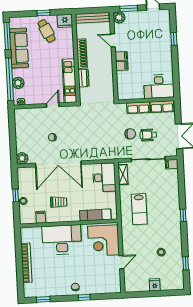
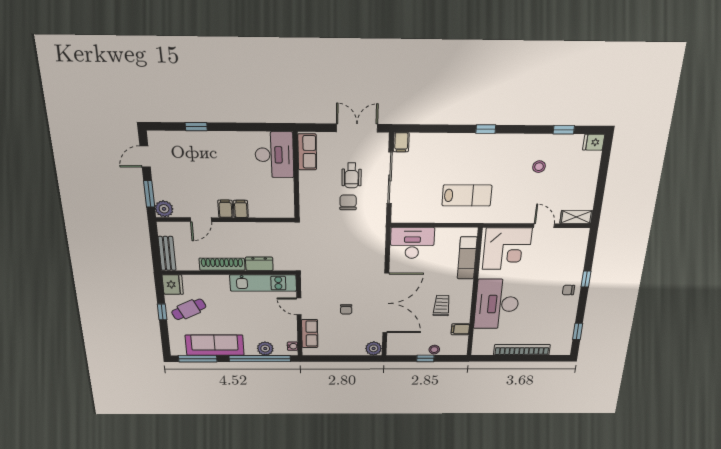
bench: (92, 18) -> (167, 253), width x0.73
row of seats: (138, 108) -> (310, 334), moved
shelving: (123, 174) -> (576, 217), moved
fridge: (155, 285) -> (594, 142), moved

